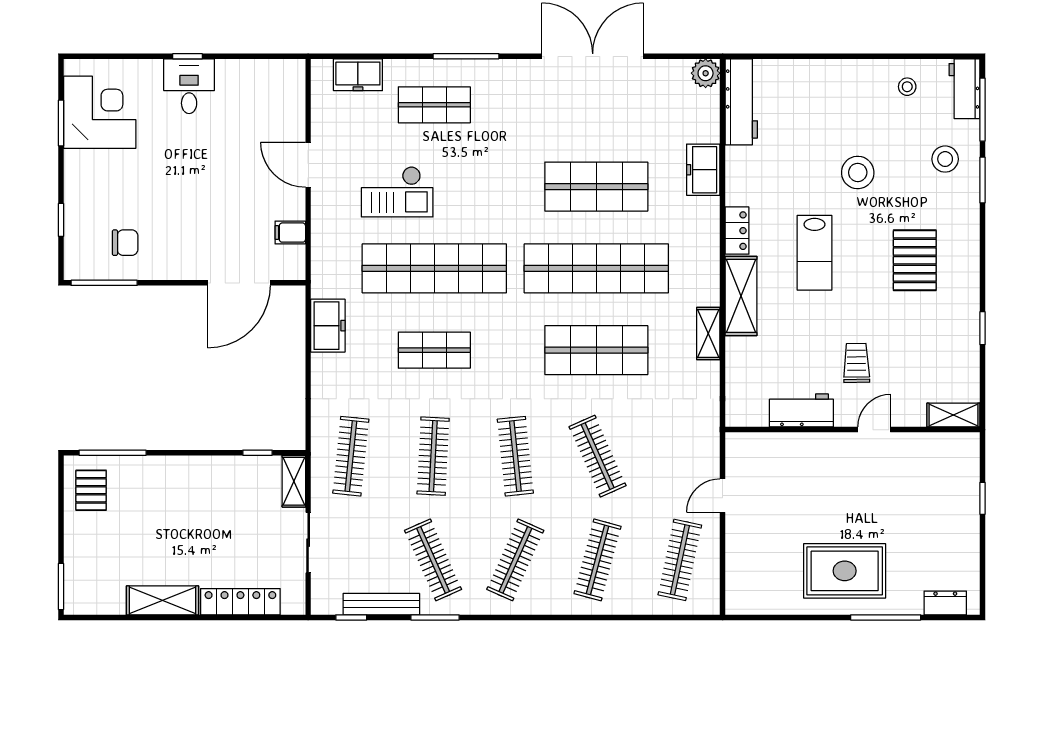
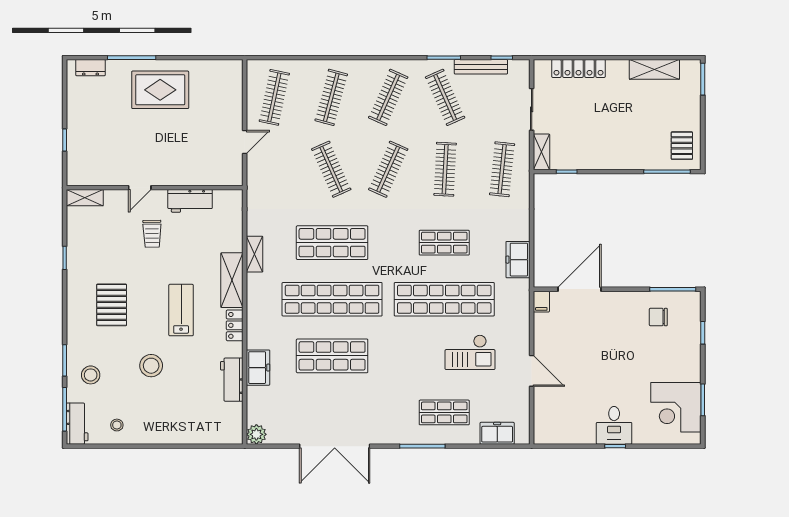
workbench: (741, 102) -> (232, 380), moved, width x0.73
checkout: (397, 192) -> (470, 352), turned 180
filing cabinet: (290, 233) -> (541, 302), moved, turned 90
clothes rail: (515, 456) -> (388, 169), turned 30
shelving: (162, 600) -> (654, 69), moved

